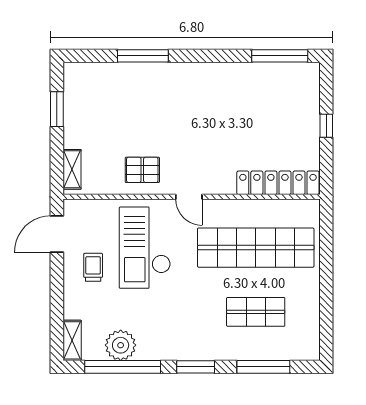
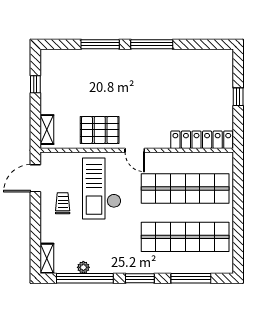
window: (280, 56) -> (152, 44), moved
window: (57, 109) -> (35, 84), width x0.67
pallet: (142, 170) -> (100, 130), width x1.50, depth x1.42
shop shelf: (256, 312) -> (185, 237), width x2.00, depth x1.36
plant: (121, 345) -> (83, 267), width x0.53, depth x0.53

